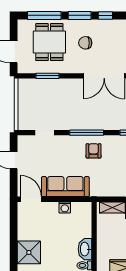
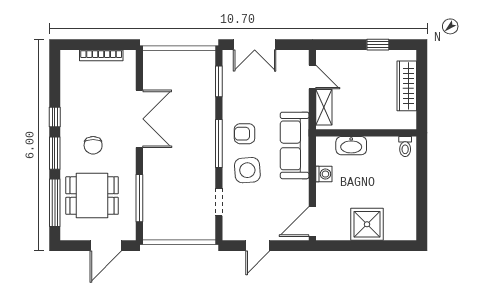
window: (48, 76) -> (139, 198), width x1.44
side table: (67, 153) -> (247, 170), added
sofa: (65, 187) -> (295, 145), moved
washbasin: (85, 249) -> (351, 146), moved
shower: (29, 252) -> (367, 224), moved

